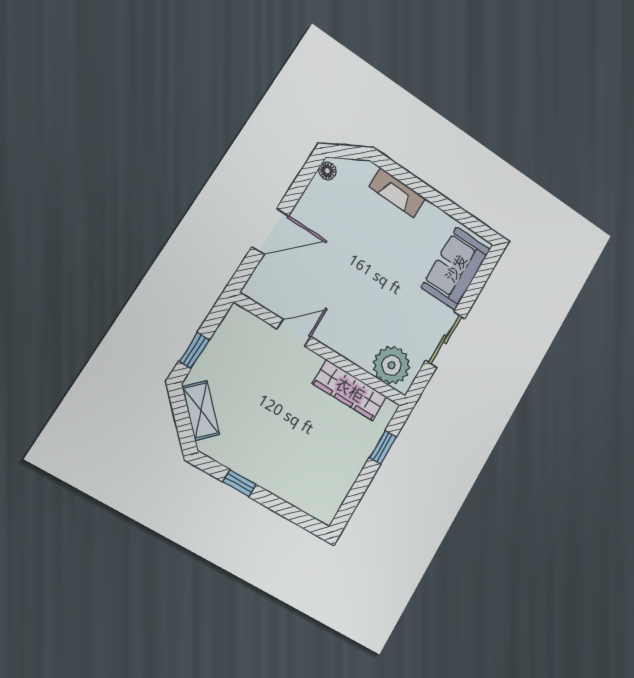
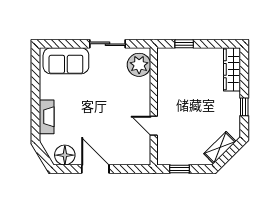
floor lamp: (327, 171) -> (65, 155), width x1.89, depth x1.89
door: (270, 231) -> (95, 169), moved
window: (194, 350) -> (179, 169), moved
wardrobe: (350, 390) -> (232, 69), moved, turned 180

